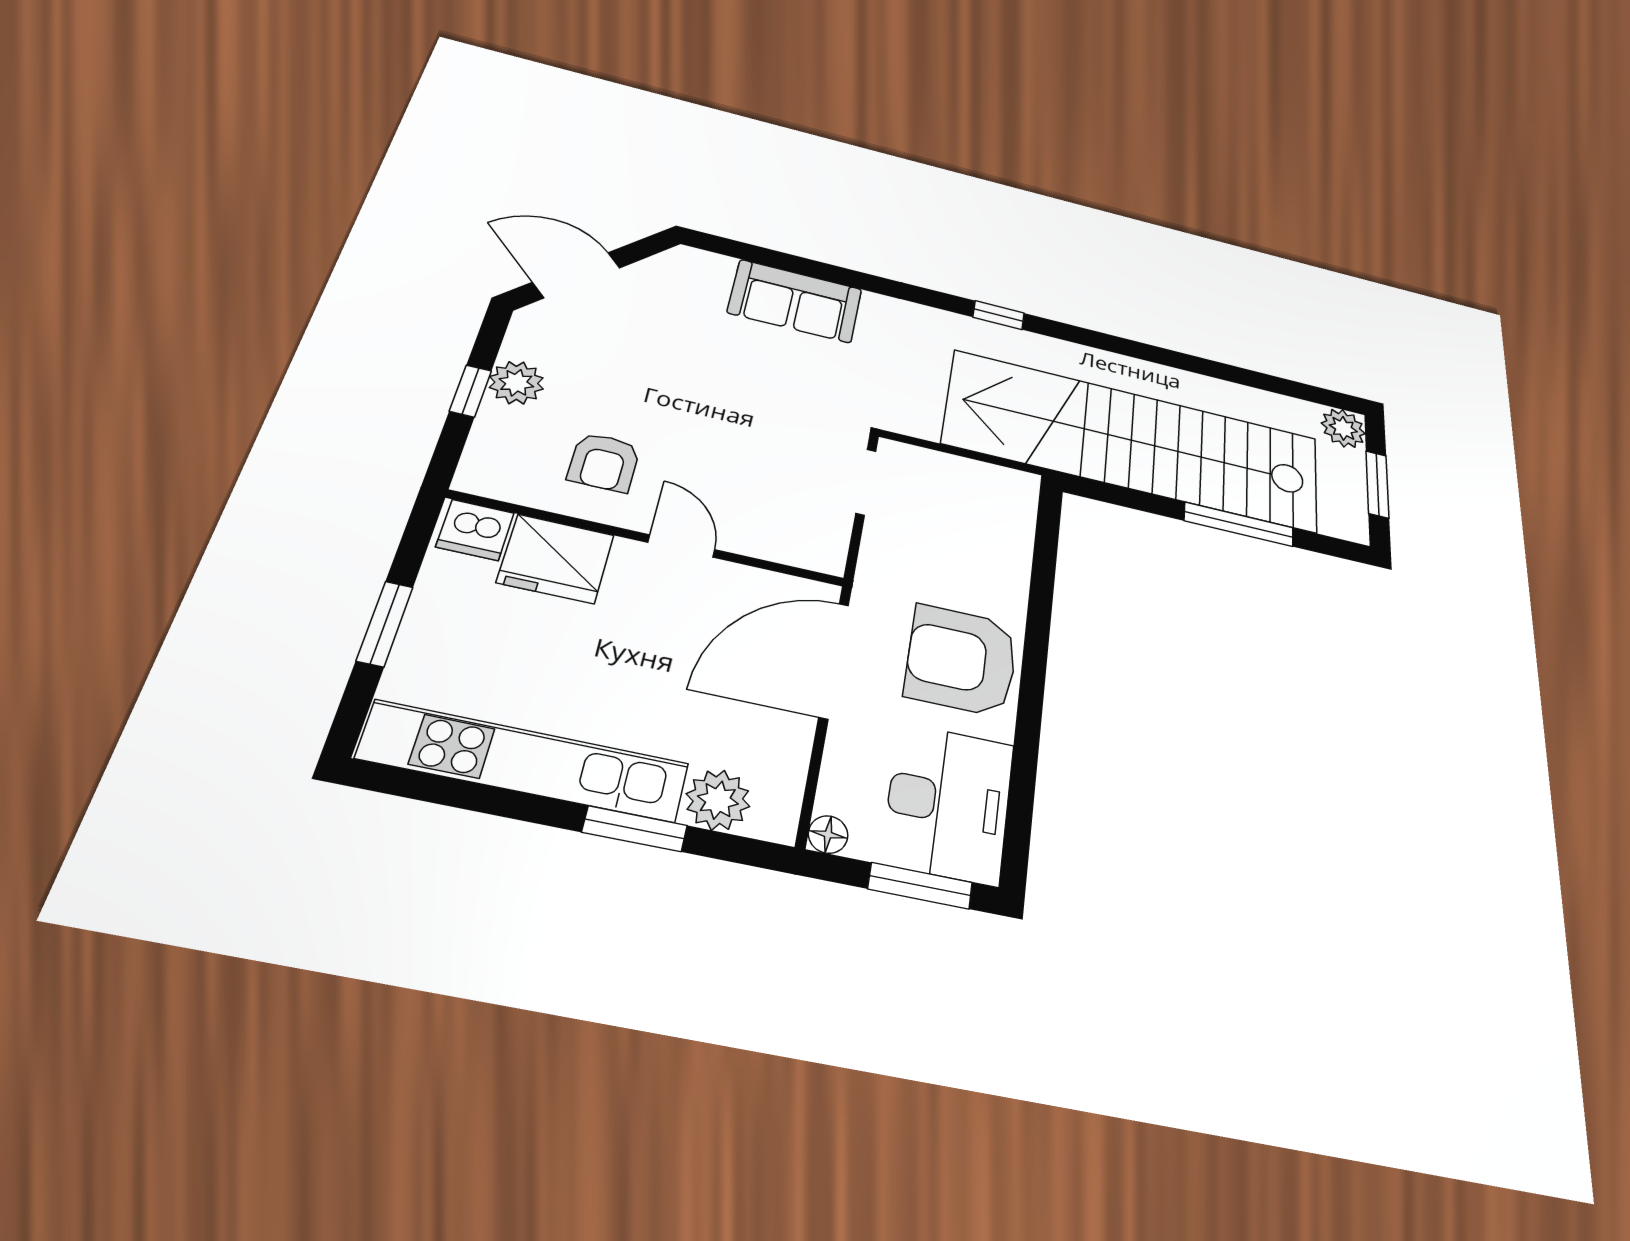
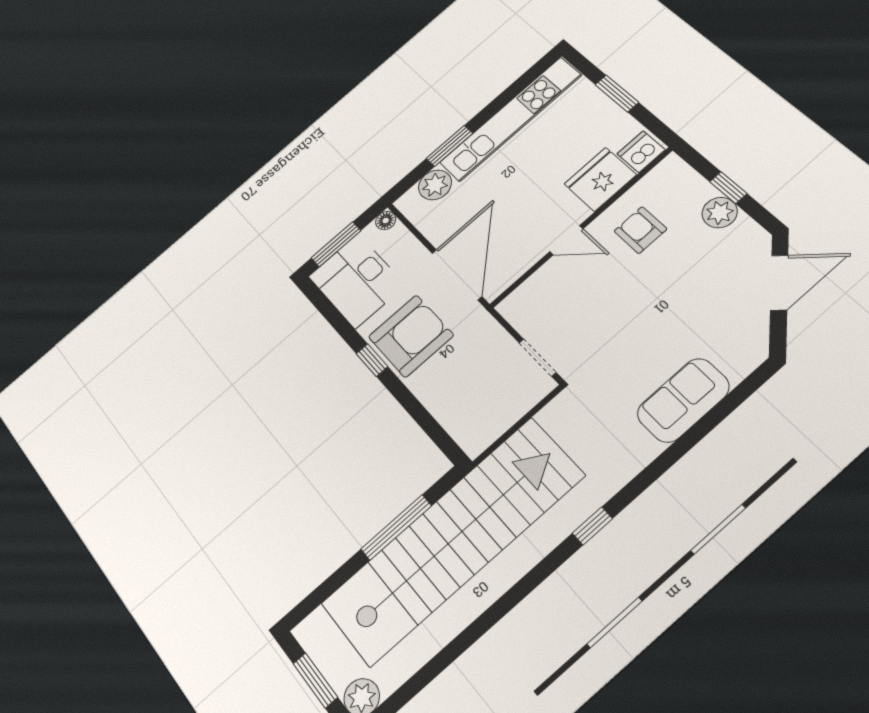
window: (1239, 524) -> (396, 527), moved
window: (1032, 689) -> (372, 360), added

